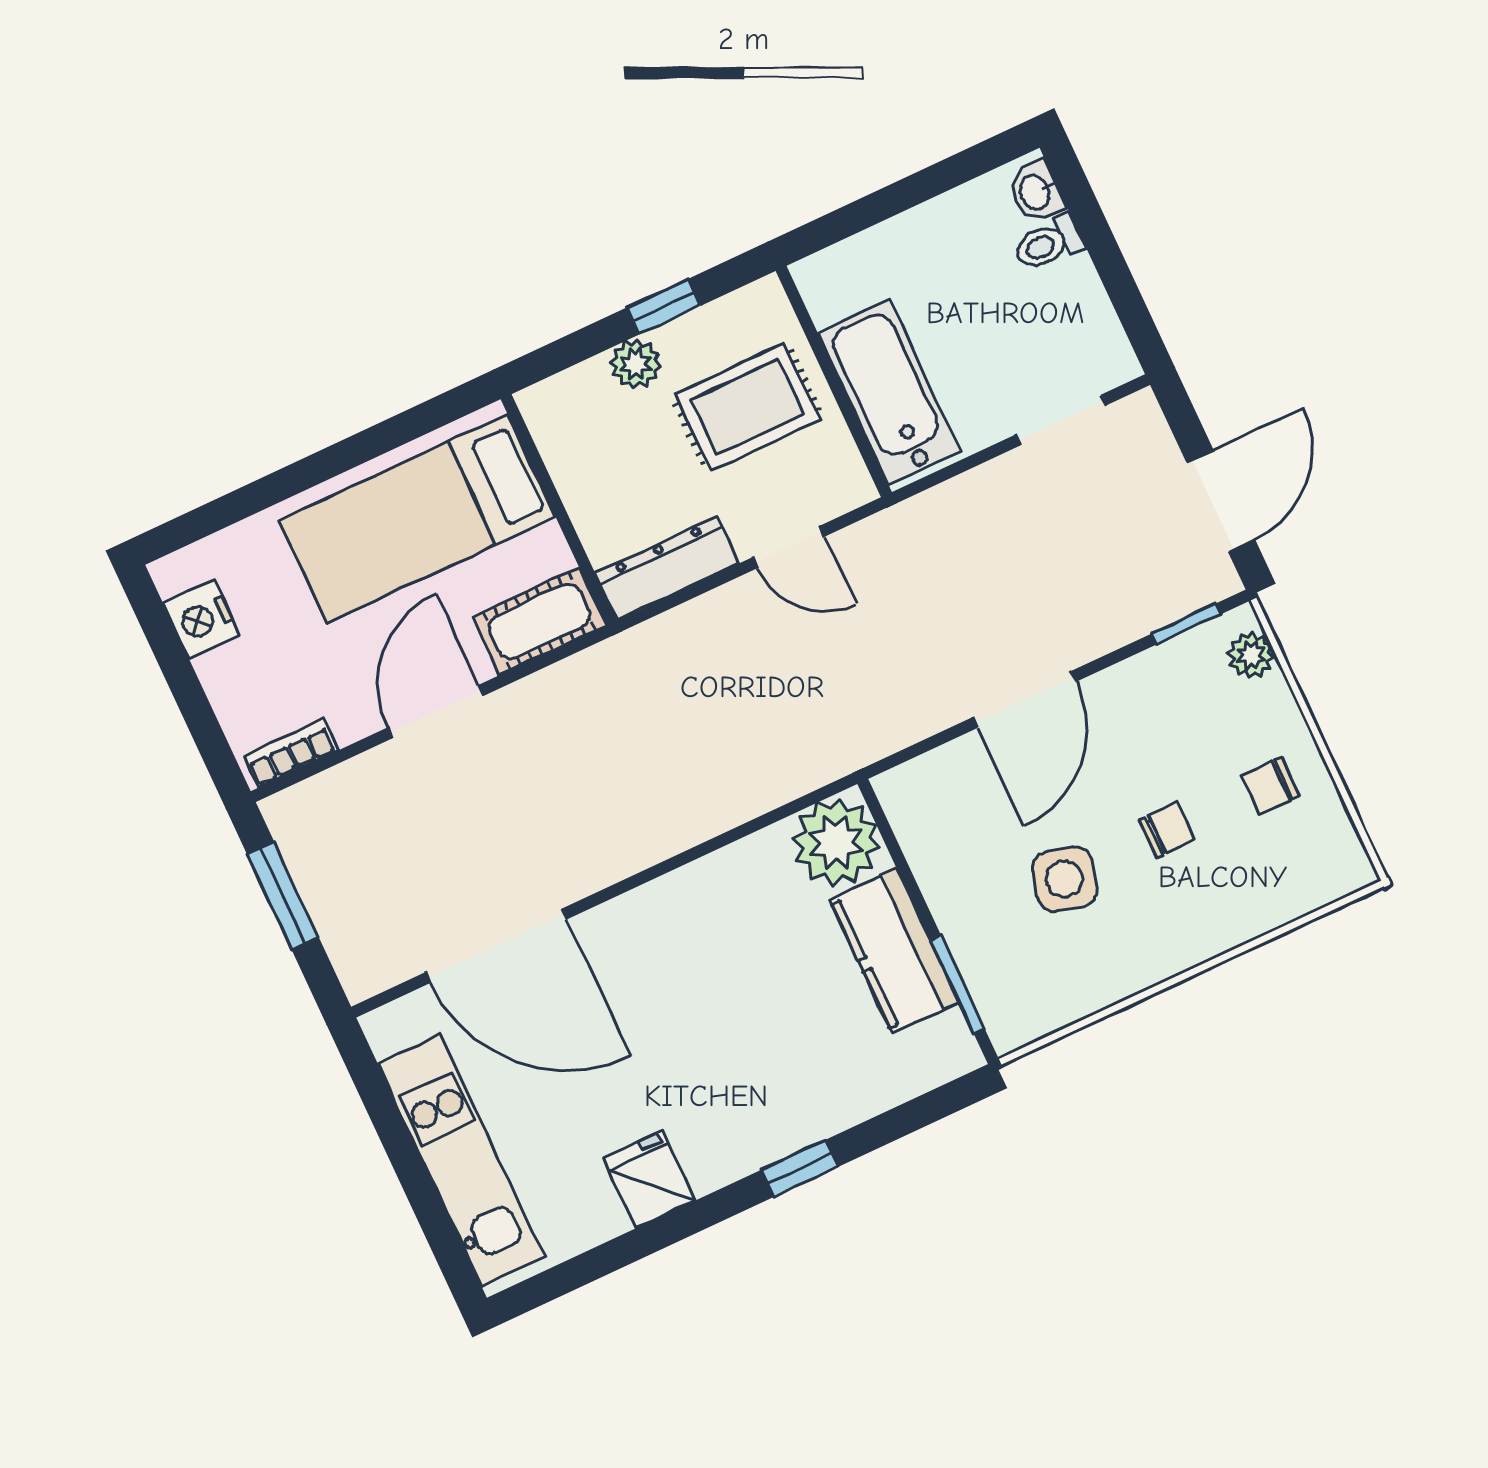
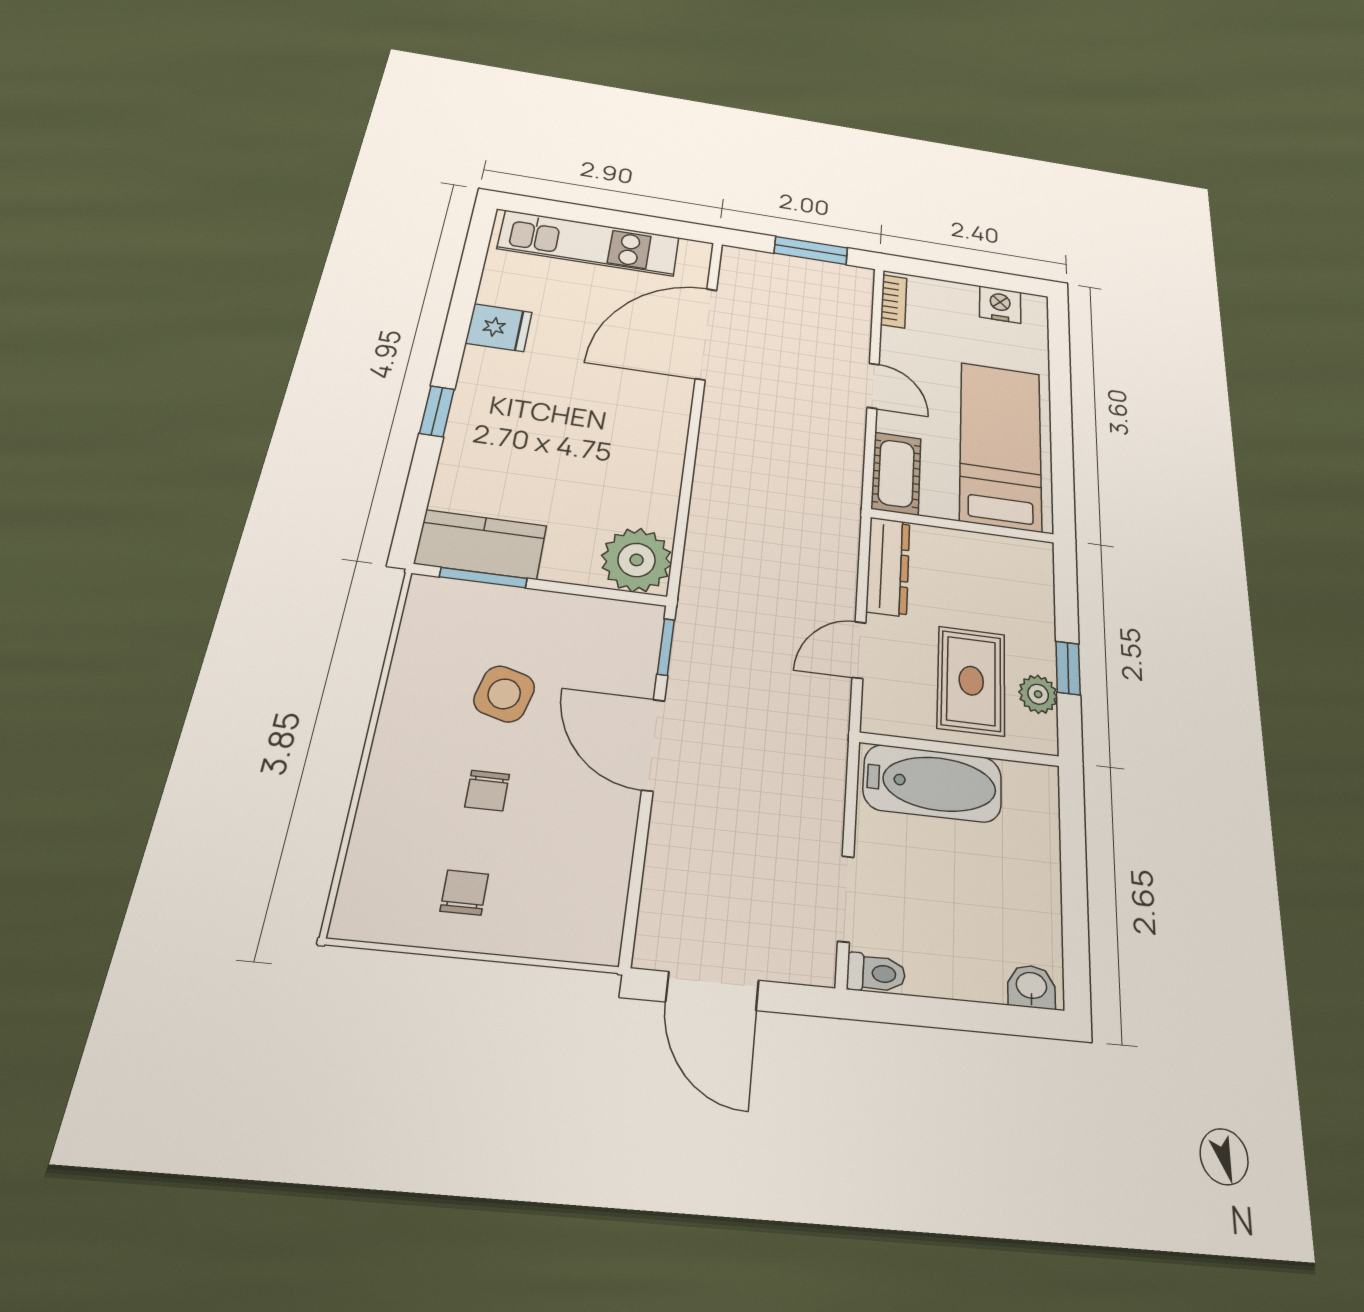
toilet: (1048, 244) -> (876, 973), moved, turned 90
plant: (636, 364) -> (1038, 694), moved
window: (1186, 624) -> (666, 647), moved
plant: (1251, 655) -> (576, 940), removed
door: (435, 712) -> (873, 386), width x0.73
kitchen counter: (894, 951) -> (481, 545), moved

